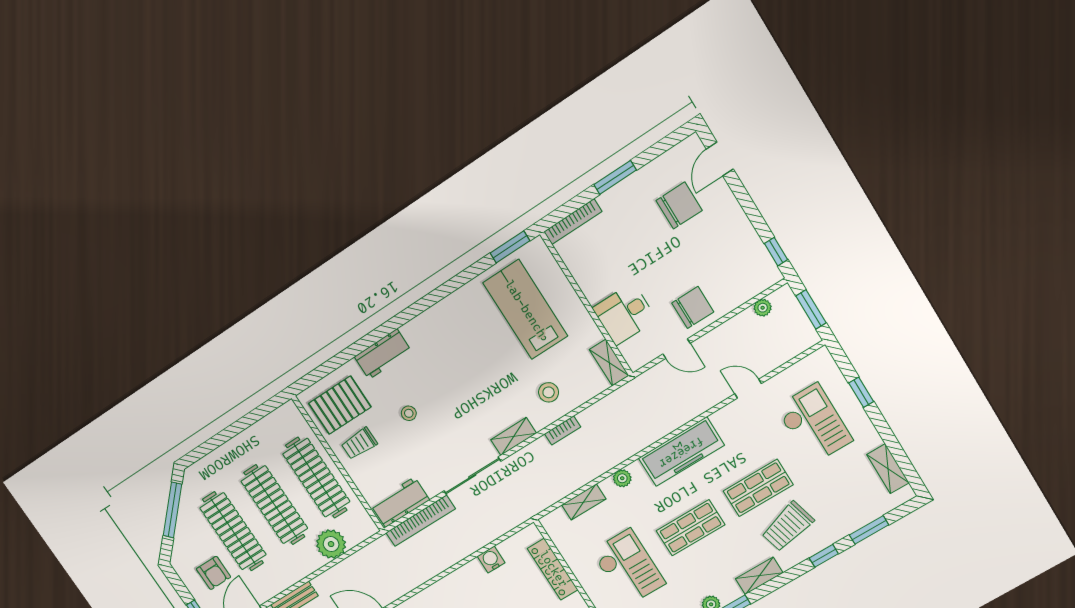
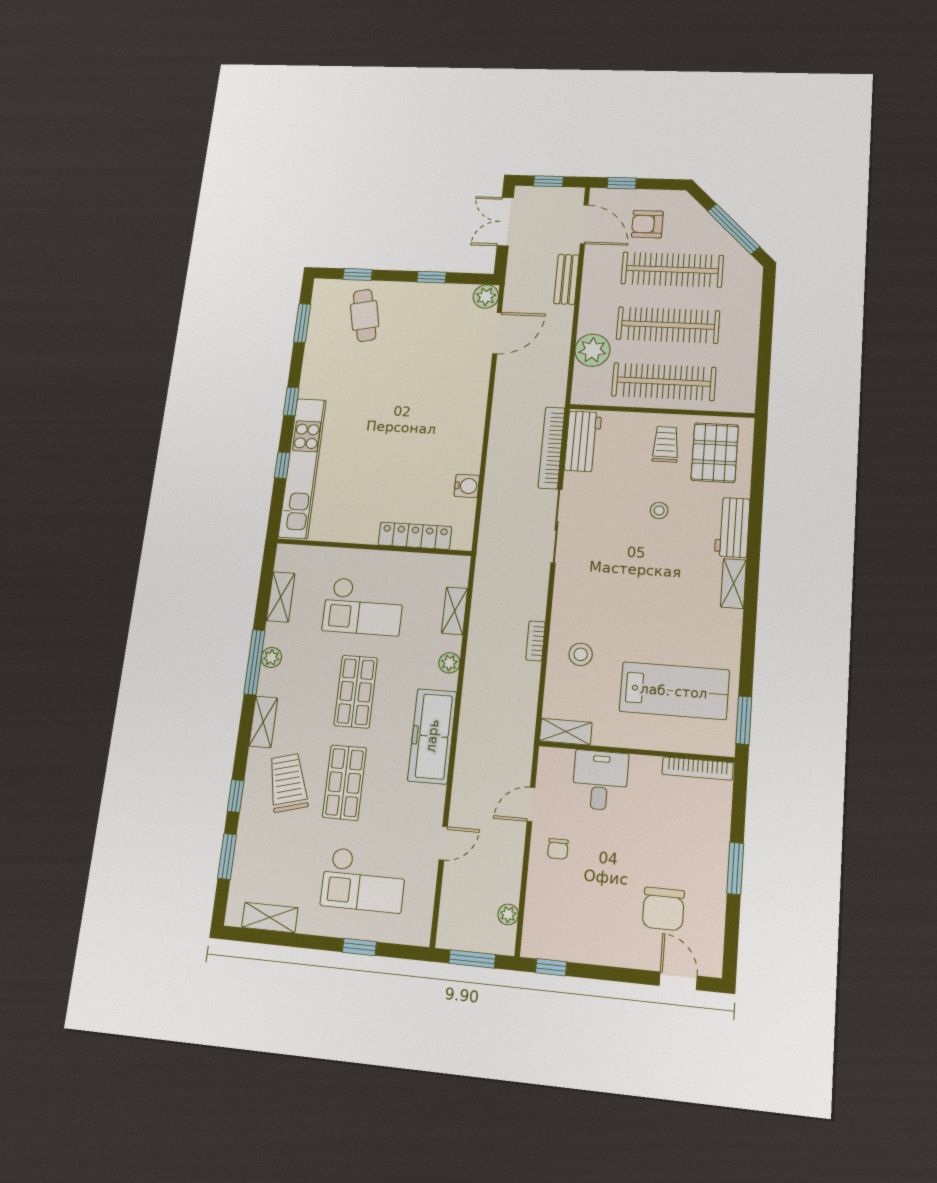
bookcase: (573, 222) -> (698, 768), moved, turned -90
chair: (693, 307) -> (558, 849), width x0.54, depth x0.54
shelving: (514, 436) -> (733, 584), moved

